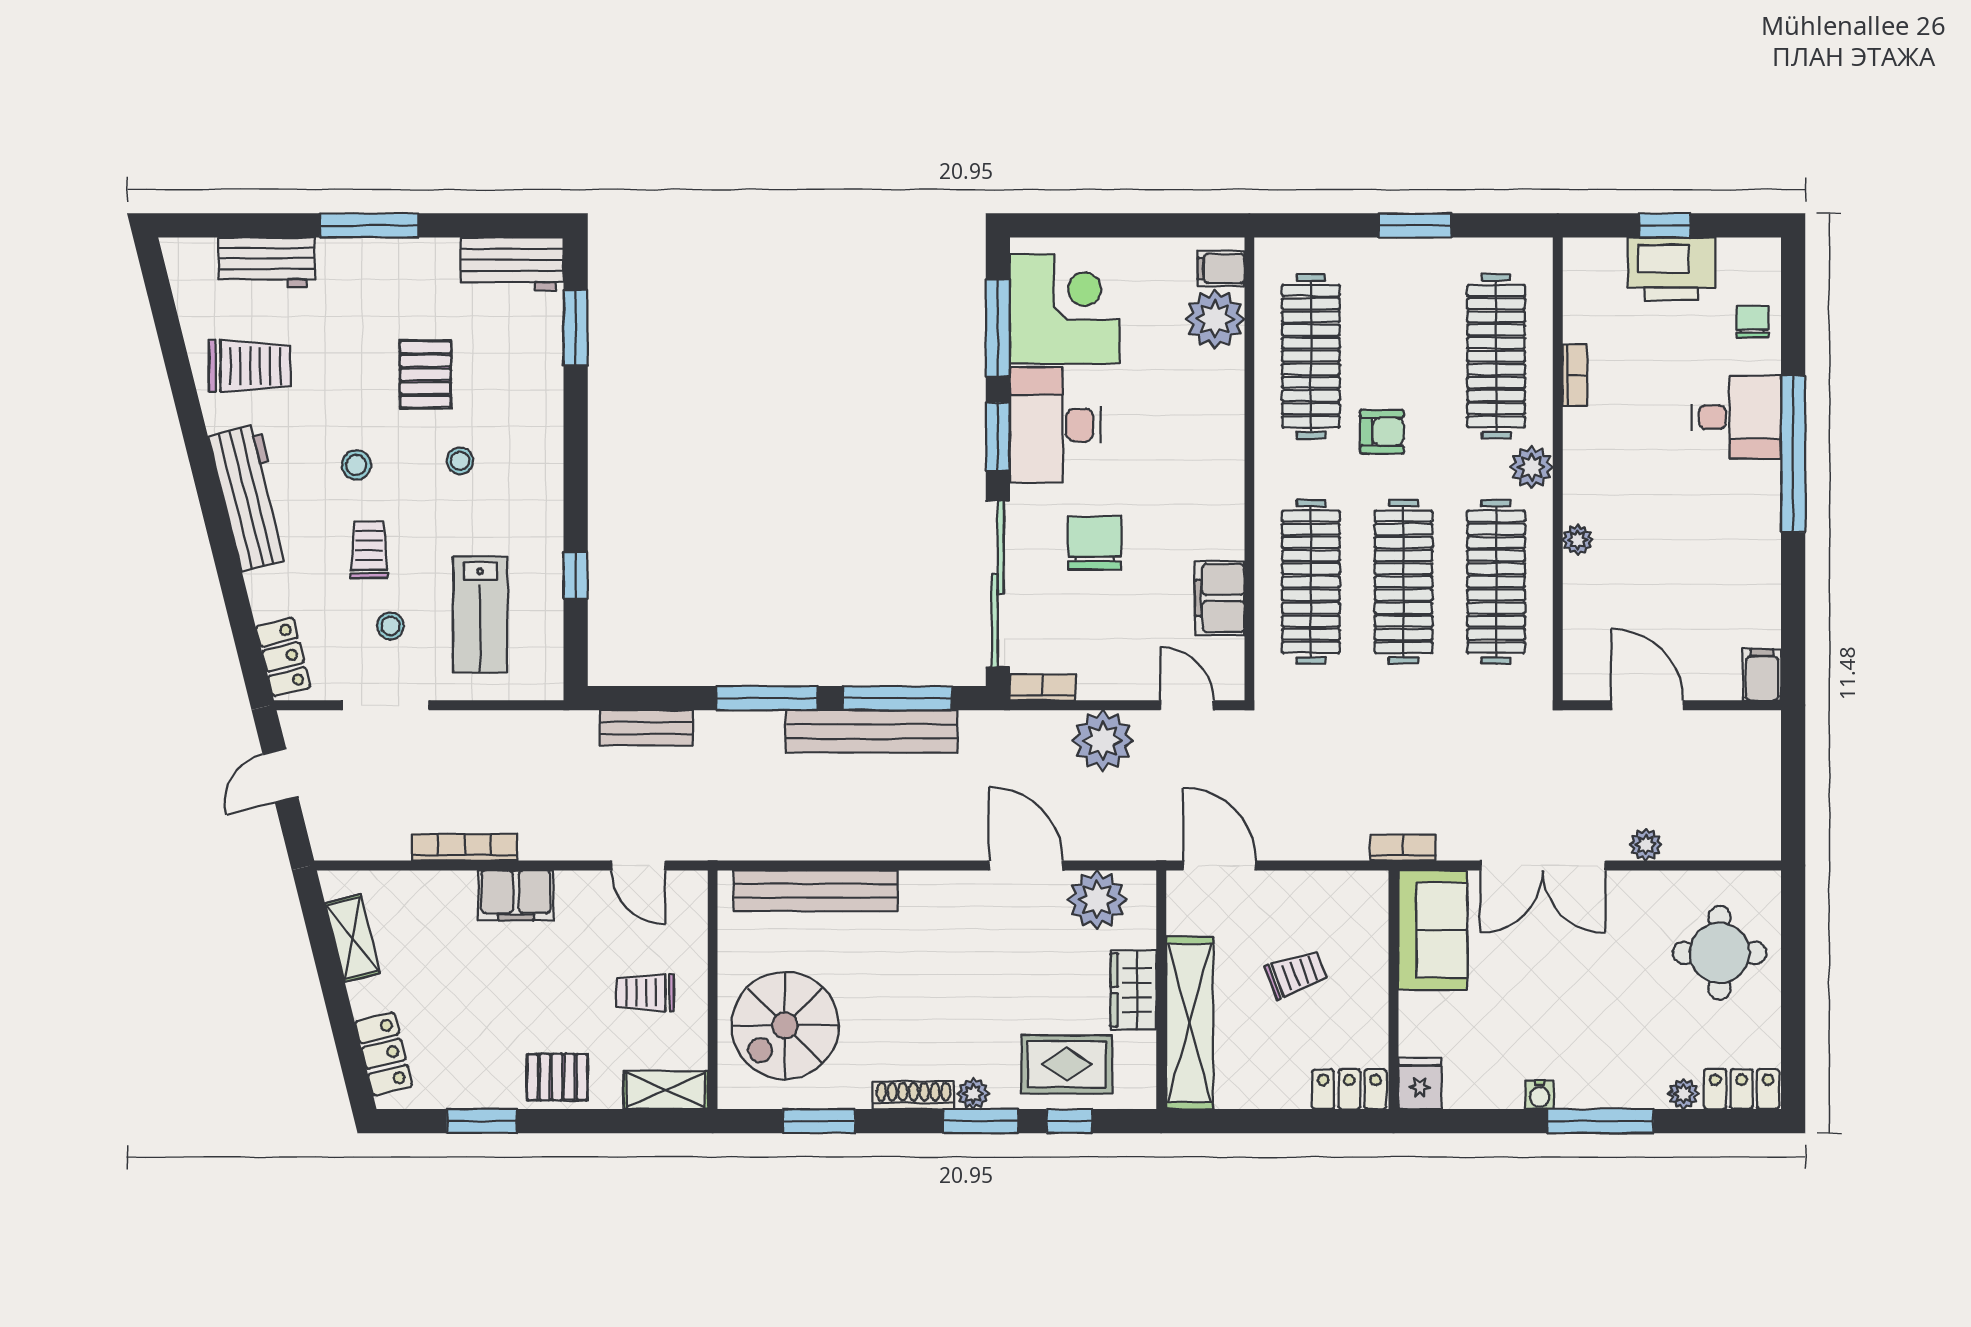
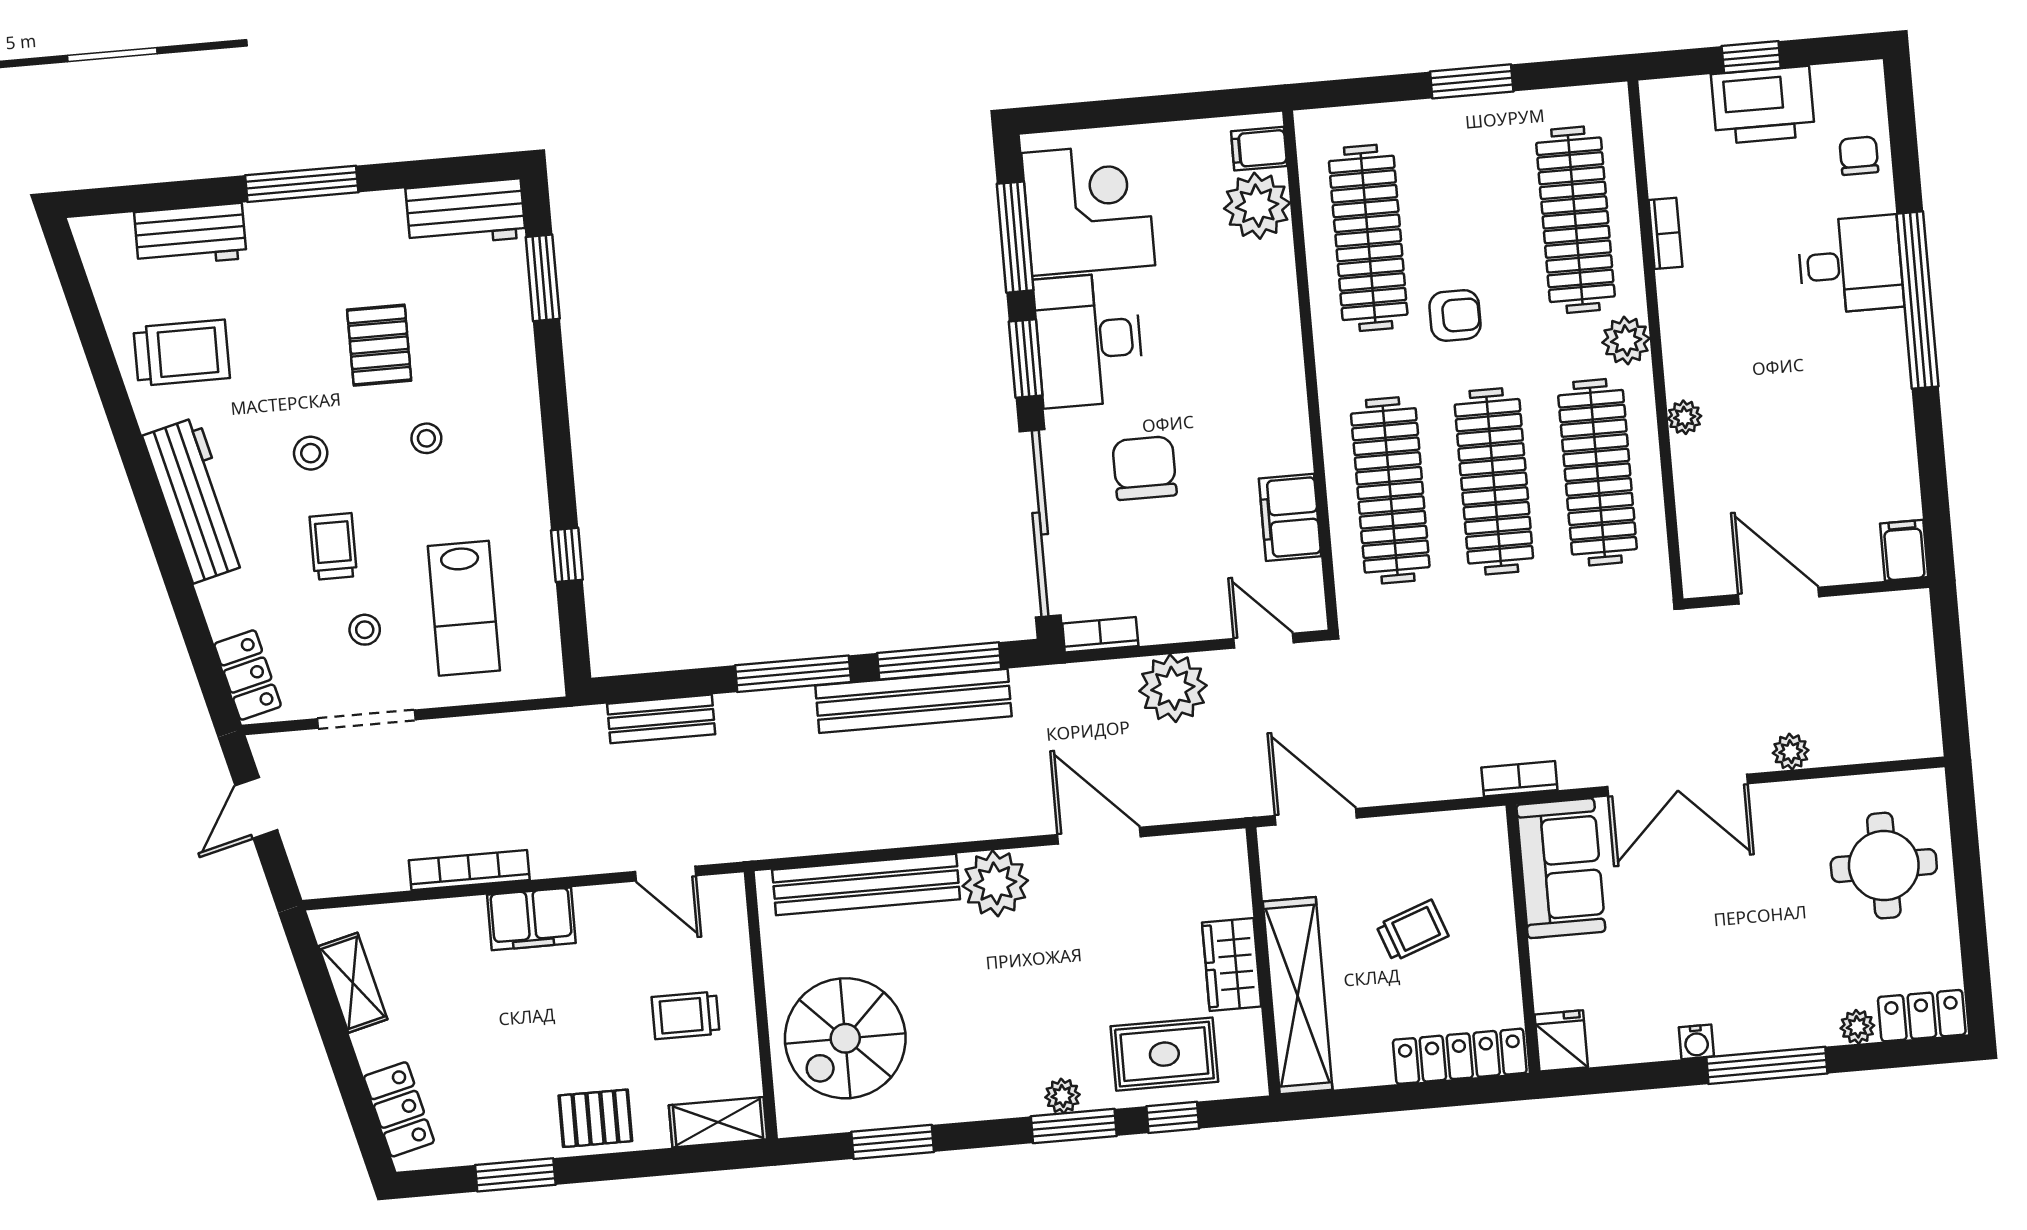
plant: (1097, 900) -> (995, 883), moved
locker: (1349, 1089) -> (1460, 1056), width x1.53
shoe rack: (914, 1095) -> (996, 1104), removed

